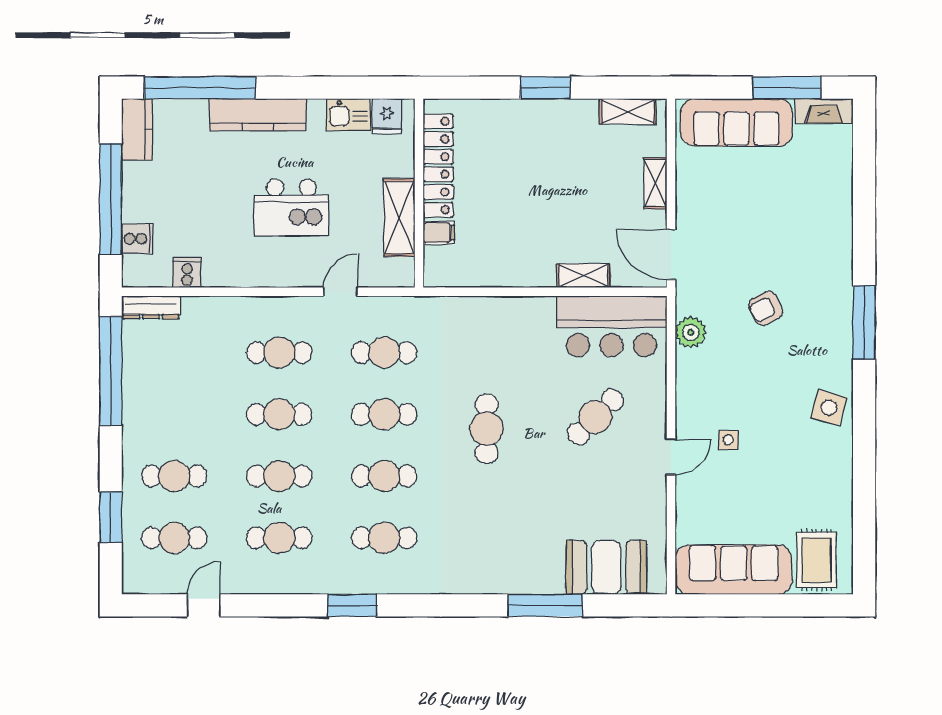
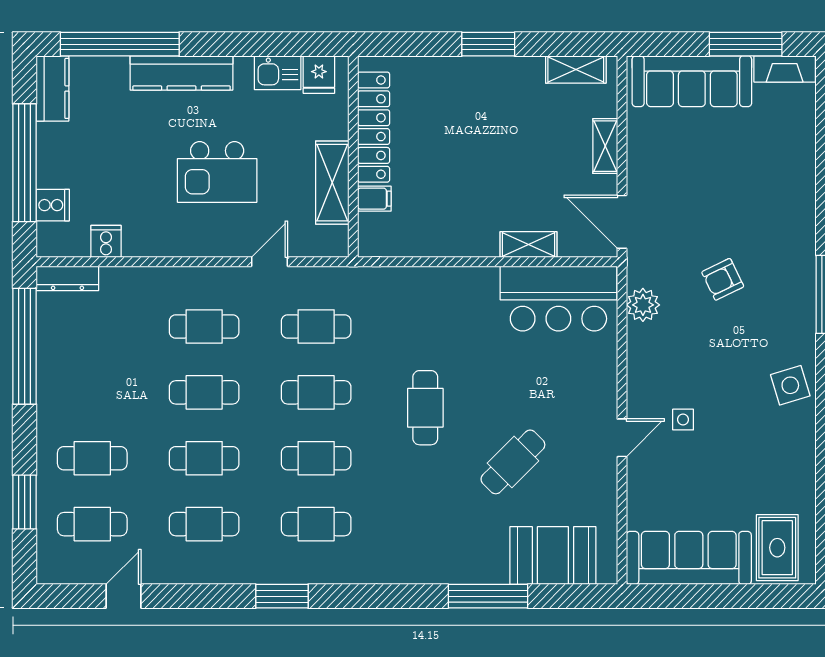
side table: (829, 408) -> (790, 385), turned -33
cafe table: (595, 417) -> (513, 462), moved

